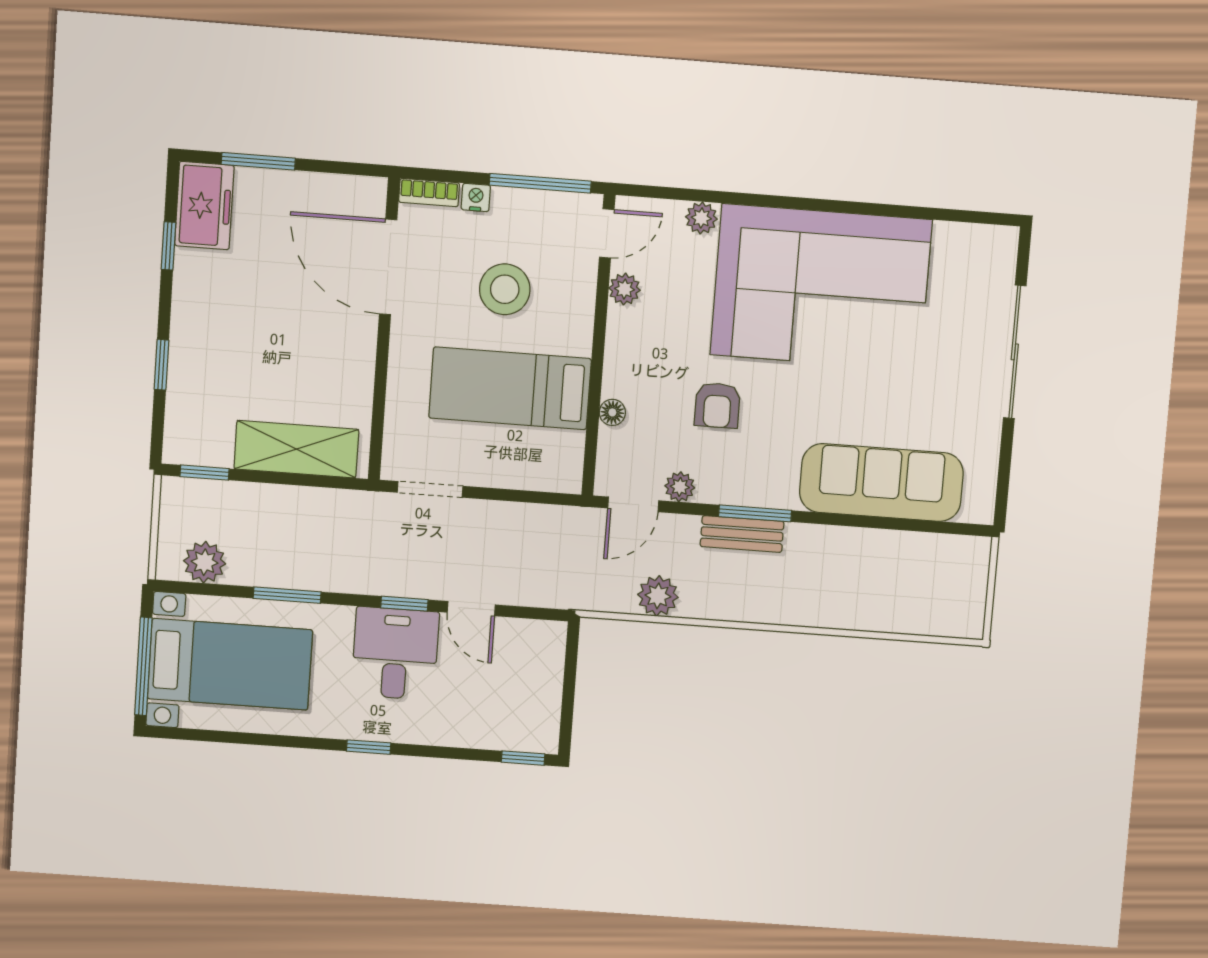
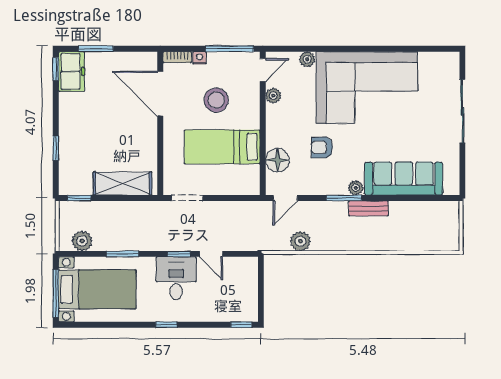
window: (168, 246) -> (56, 69), moved
armchair: (717, 405) -> (322, 147), turned 90
floor lamp: (612, 412) -> (277, 160), width x1.89, depth x1.89
plant: (680, 487) -> (356, 188), moved
bench: (742, 534) -> (368, 208), moved

